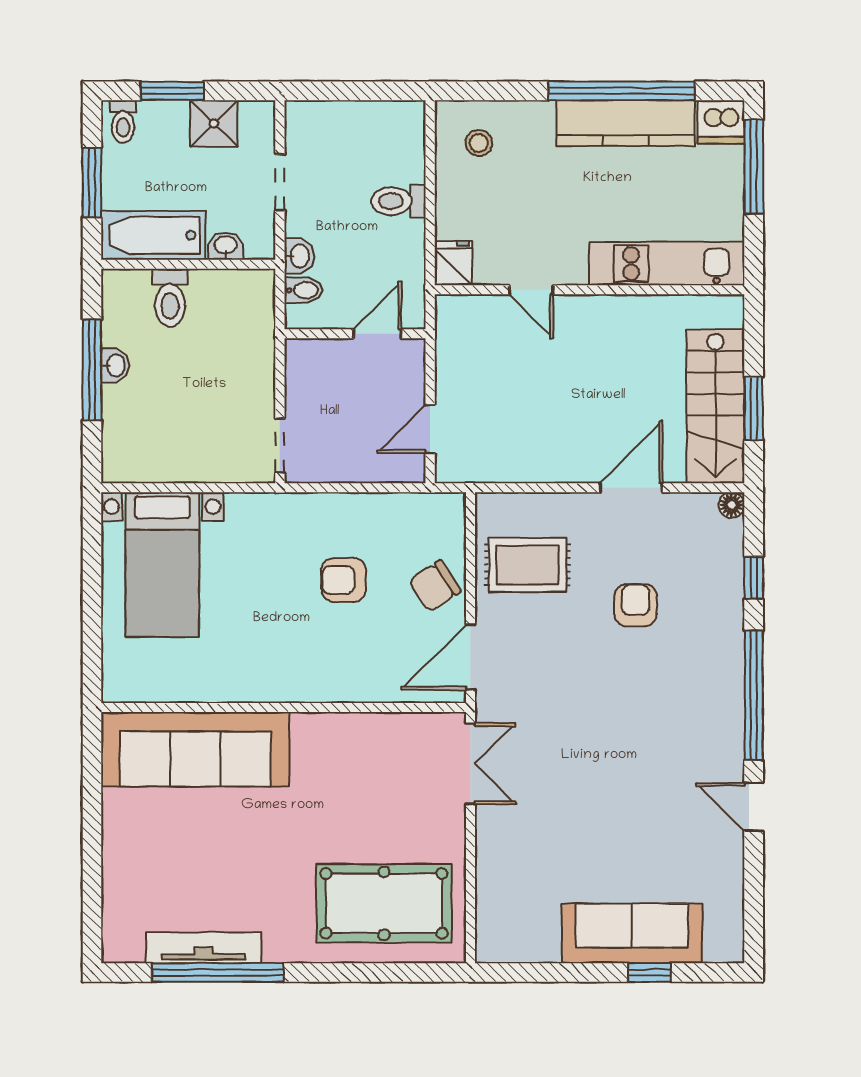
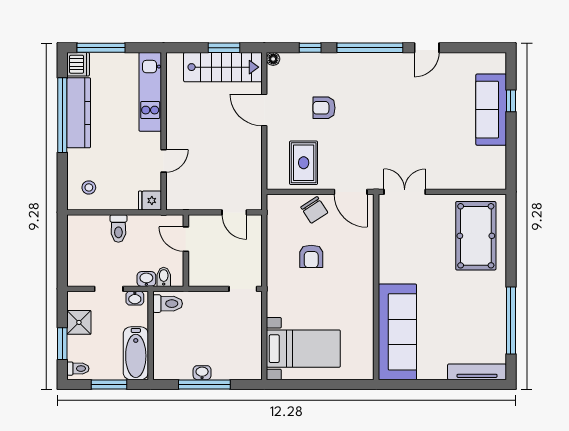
washbasin: (226, 246) -> (135, 298), moved, turned -90
toilet: (170, 298) -> (168, 304), moved
tv unit: (204, 948) -> (477, 372), moved, turned 90

